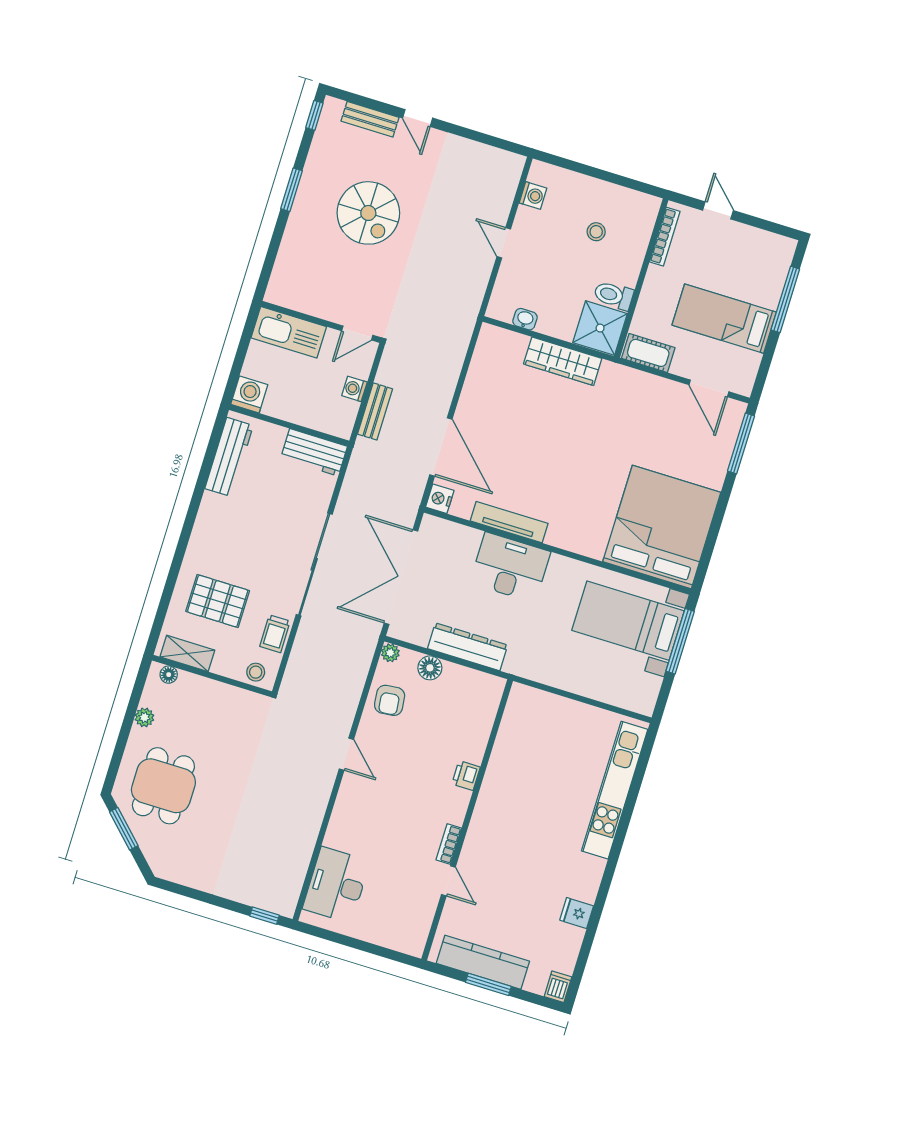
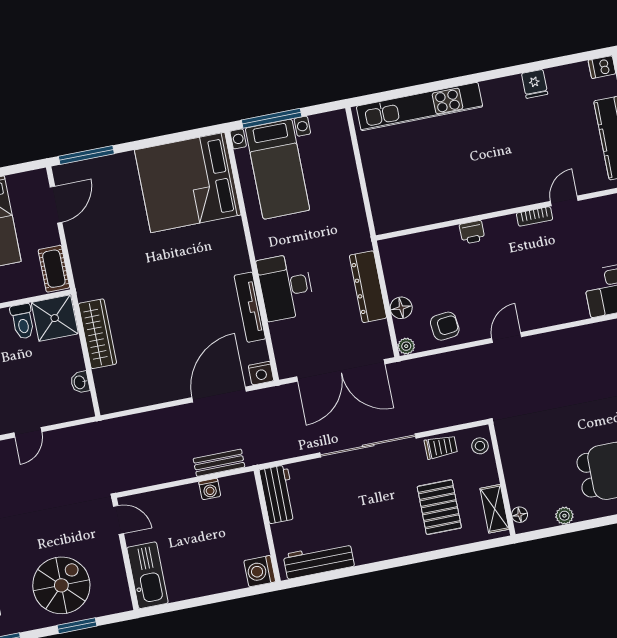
spiral stairs: (368, 213) -> (61, 585), moved
wall: (321, 322) -> (125, 554), moved
kitchen sink: (289, 332) -> (147, 575), moved
door: (357, 333) -> (118, 520), moved

